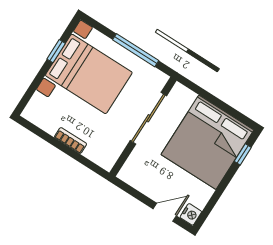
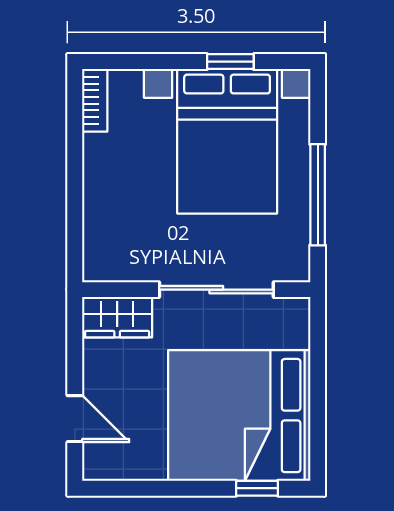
bookcase: (71, 141) -> (95, 100), moved
wardrobe: (133, 167) -> (117, 317), added
nightstand: (191, 214) -> (99, 465), removed

